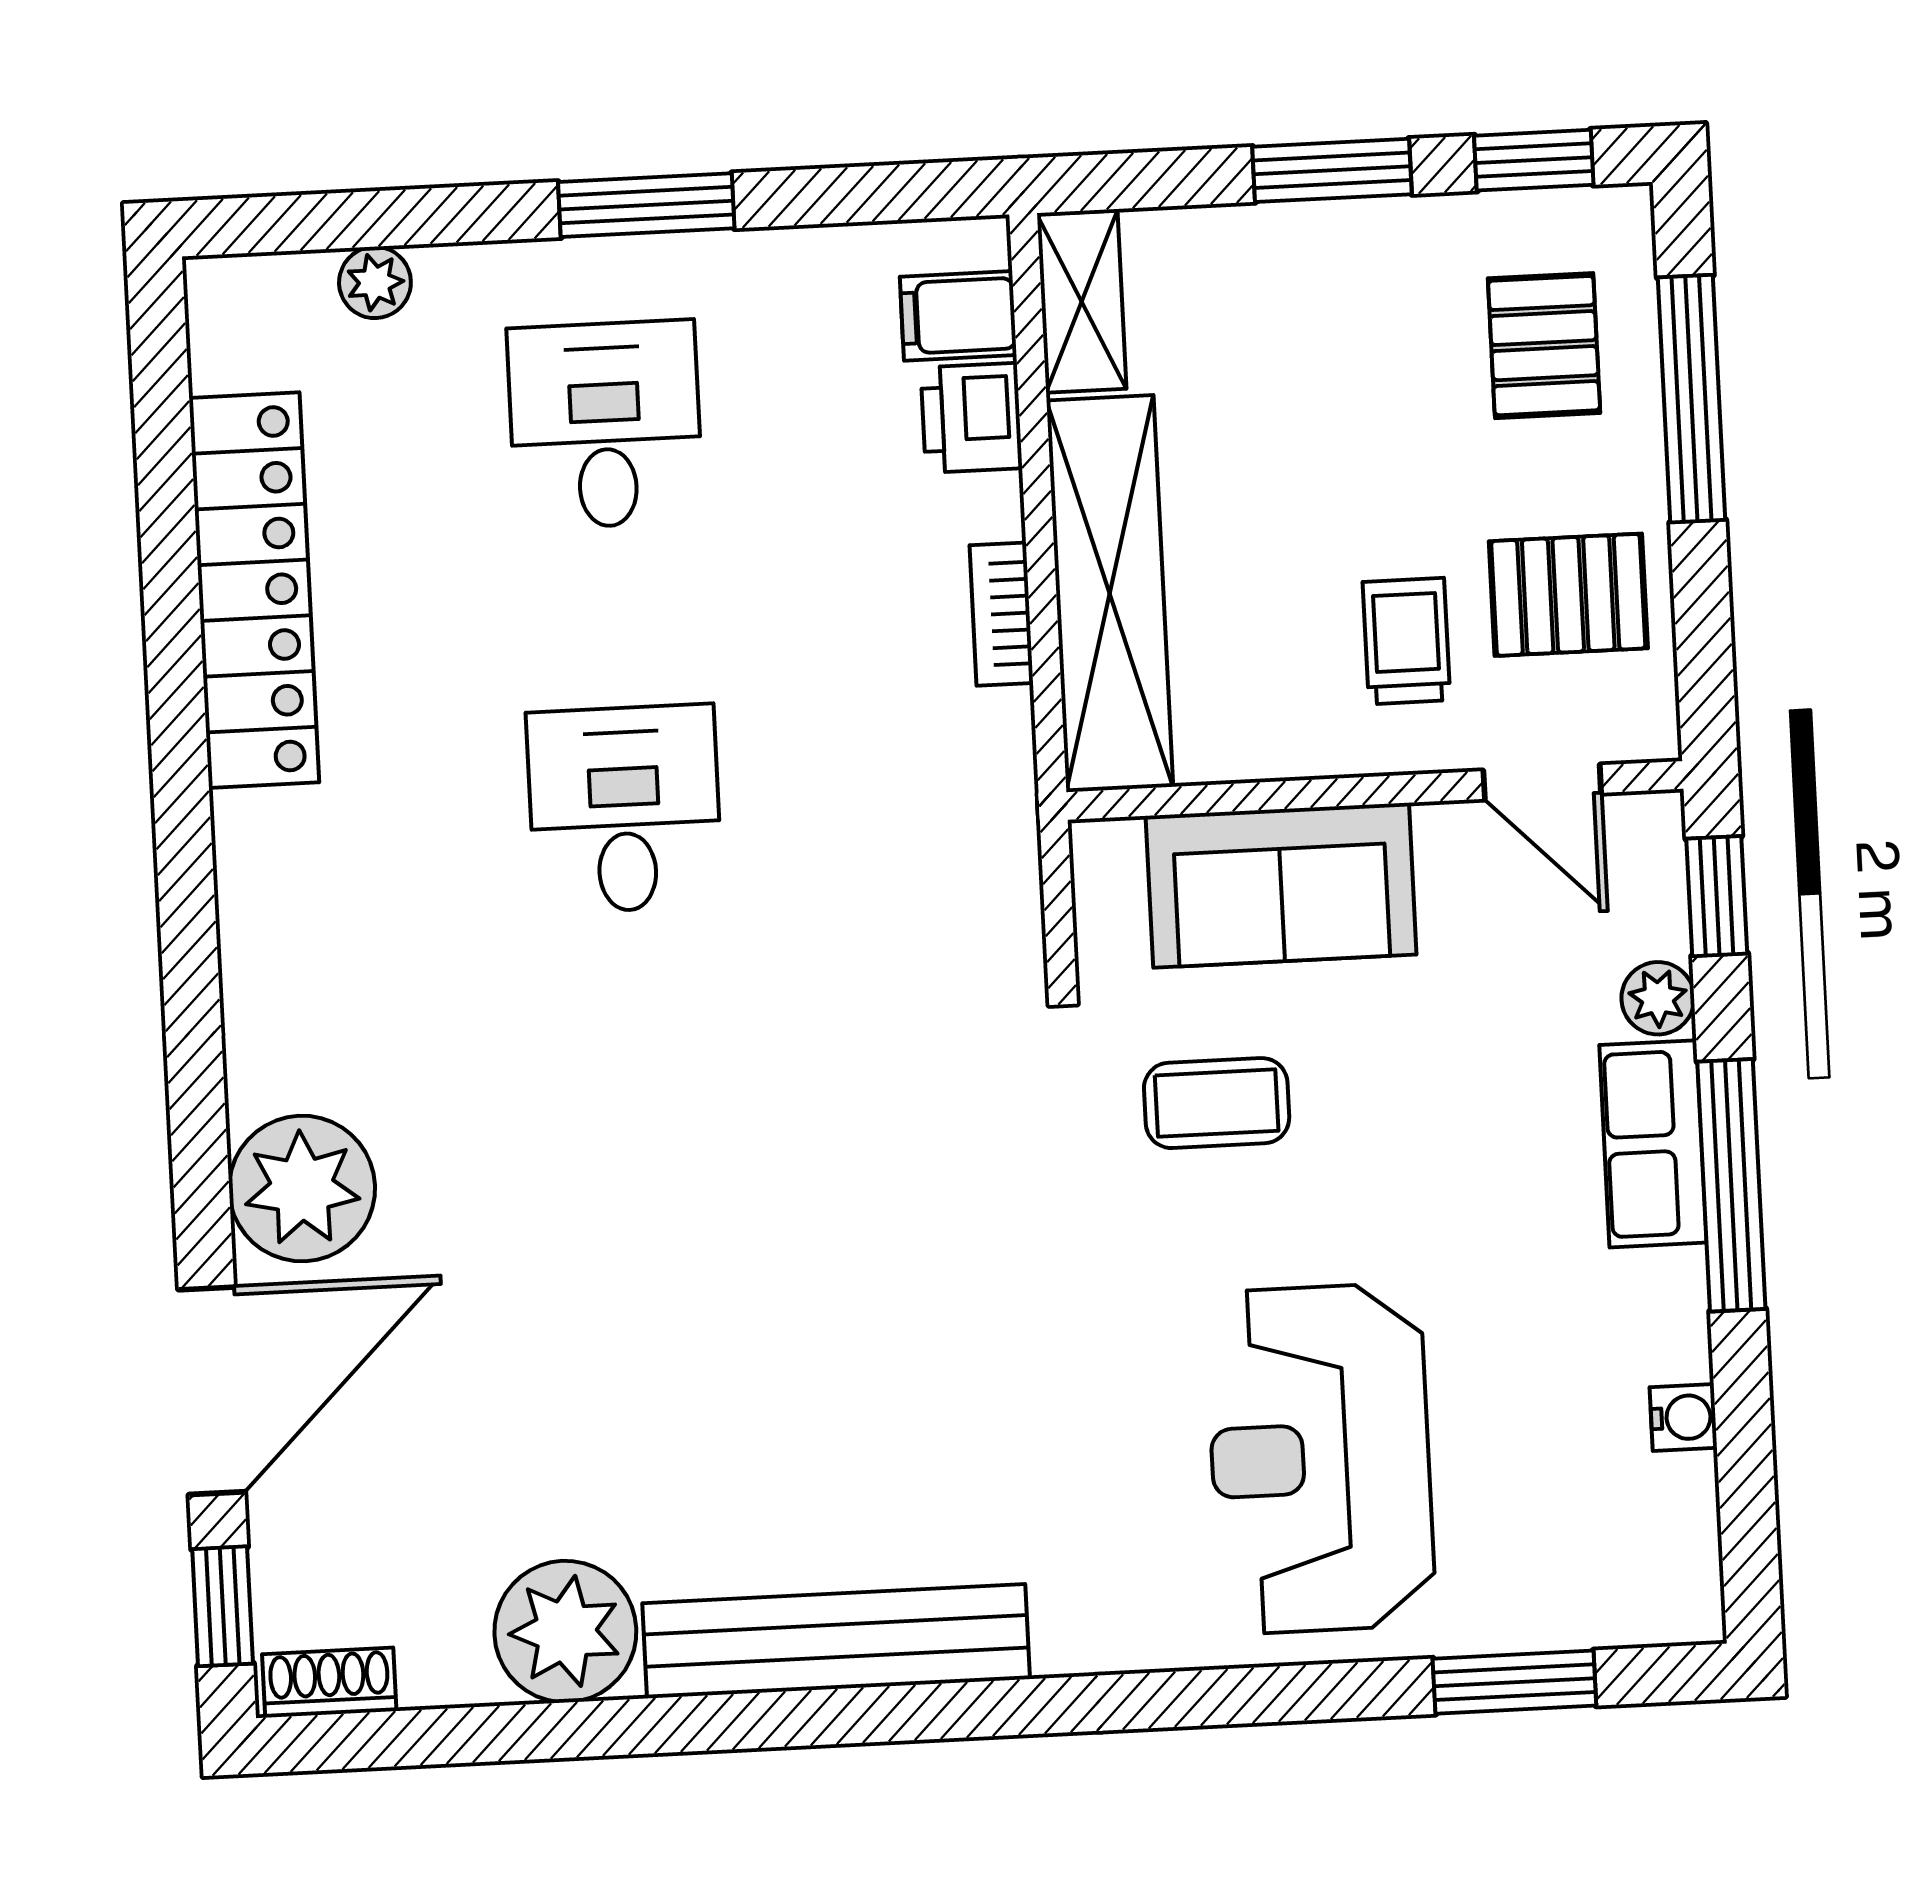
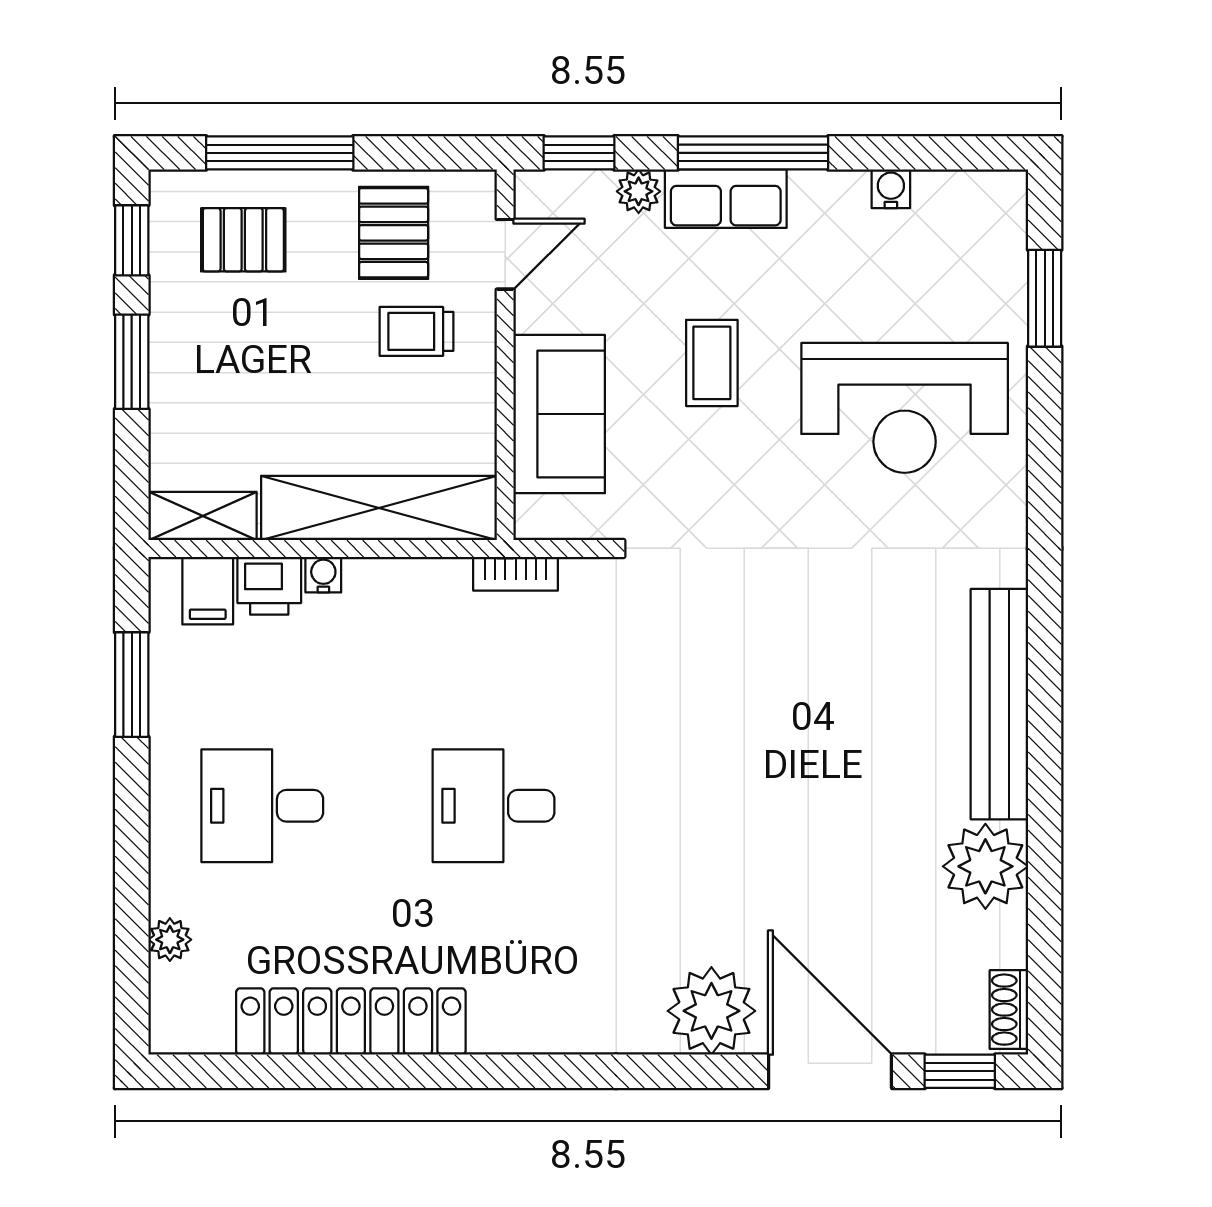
window: (646, 205) -> (132, 685), moved
water cooler: (994, 507) -> (323, 575), added
bookcase: (1001, 614) -> (516, 574), moved
coffee table: (1217, 1103) -> (712, 363), moved

